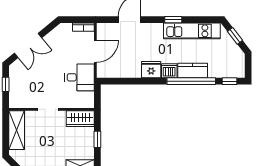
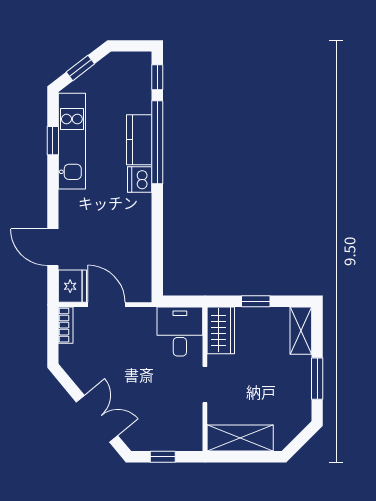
window: (173, 20) -> (53, 141), moved
fridge: (151, 70) -> (72, 286), moved, turned 180
desk: (80, 77) -> (180, 331), moved

